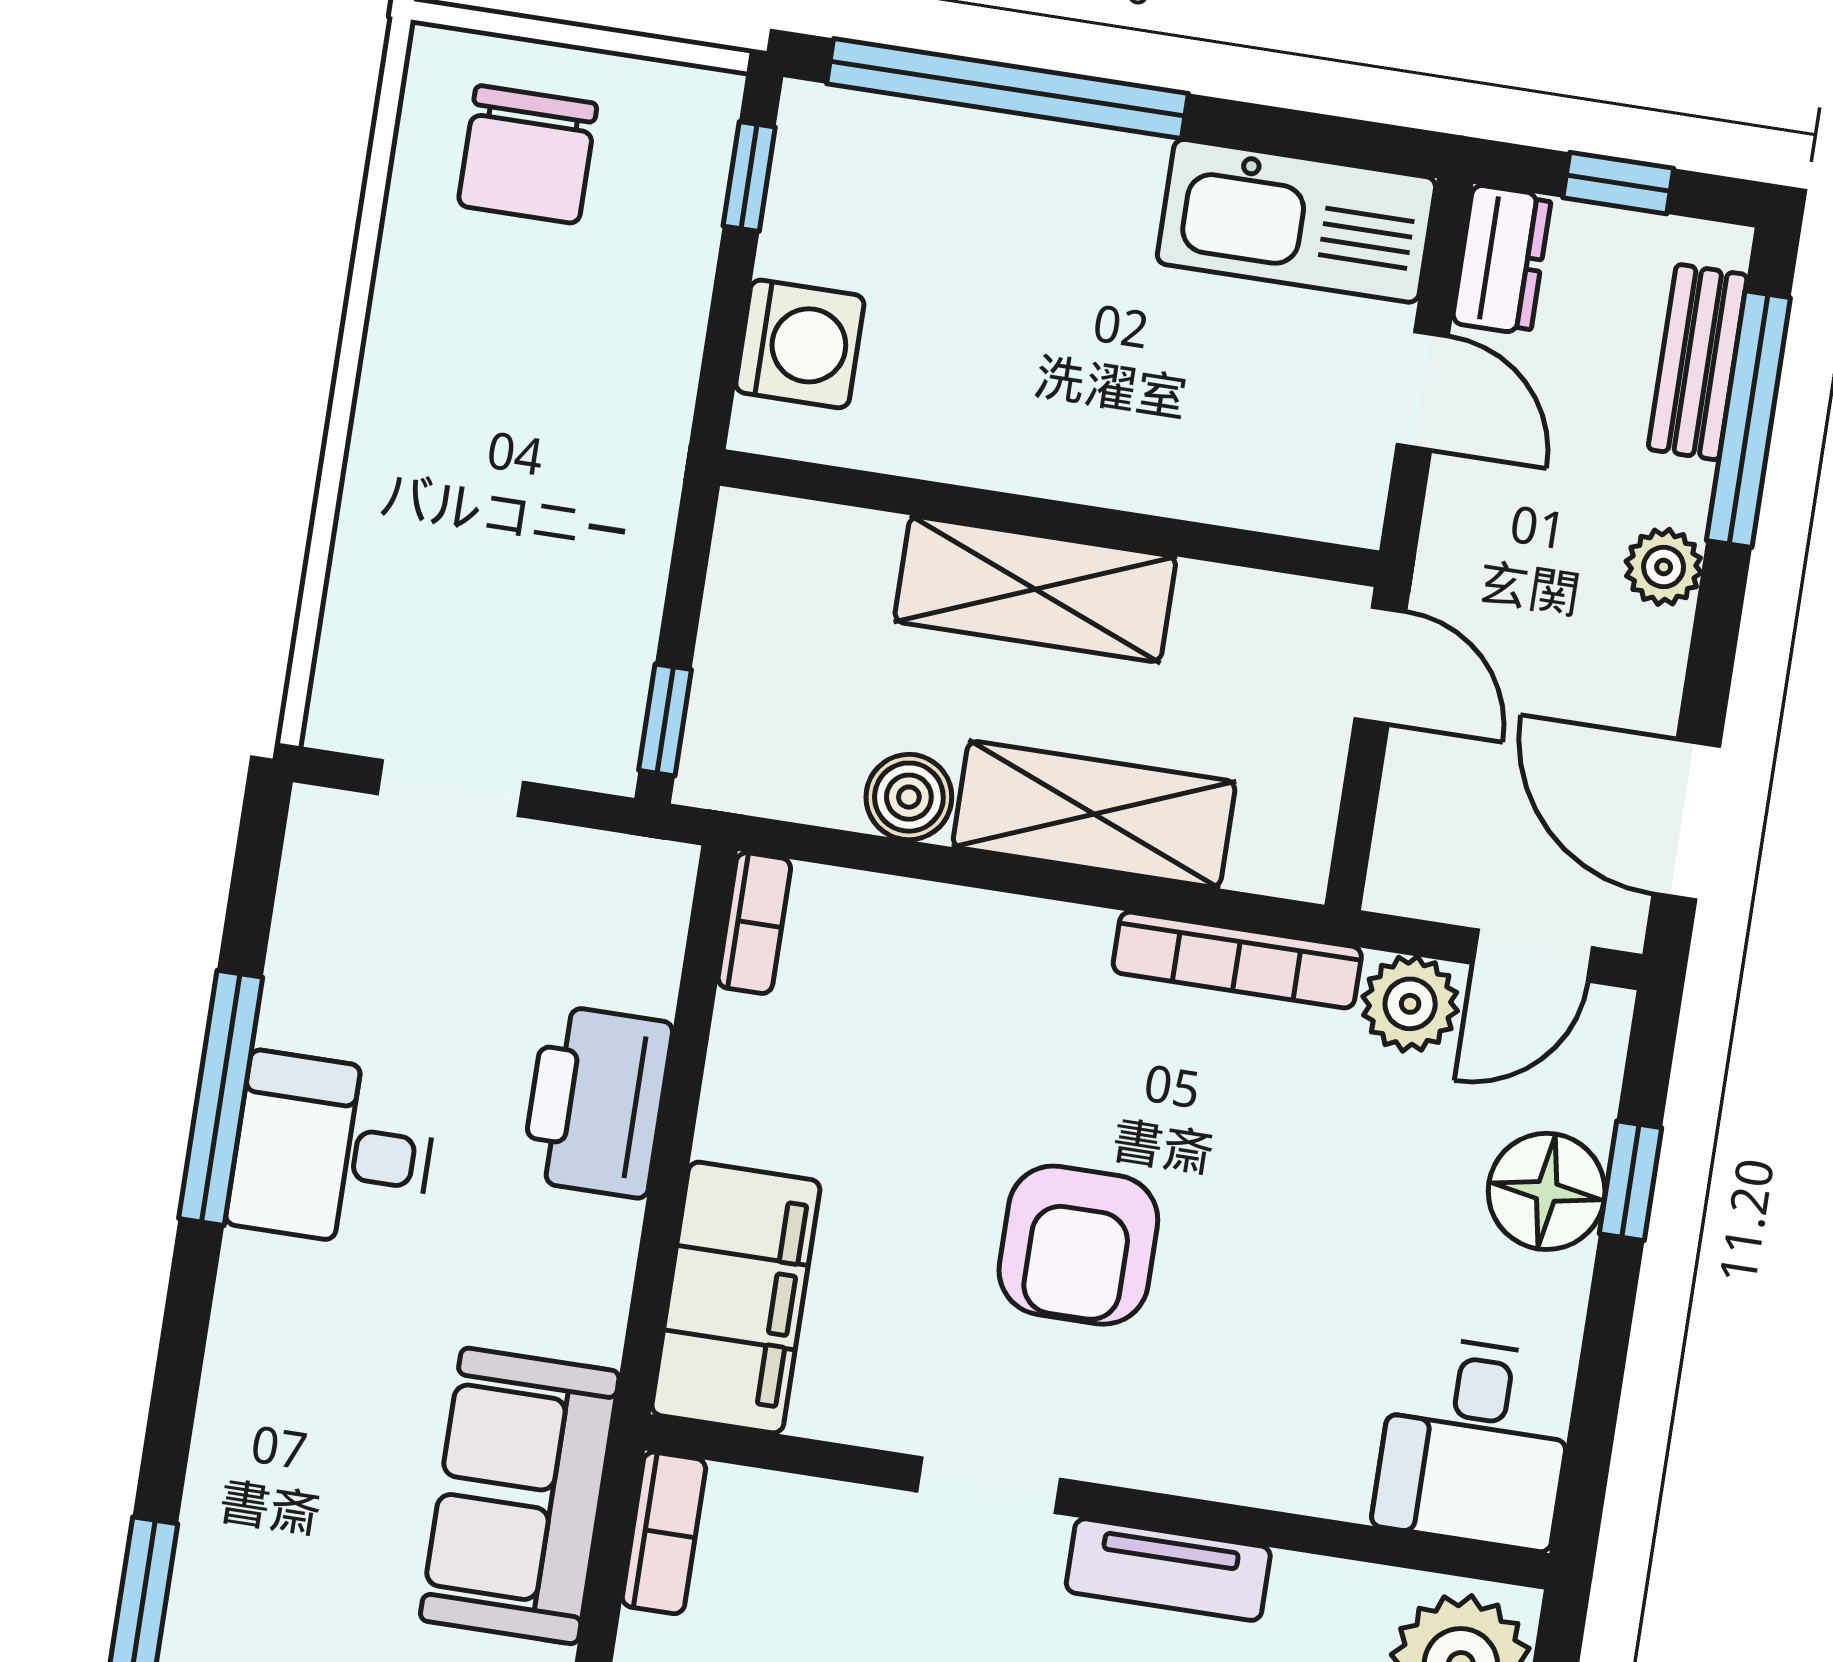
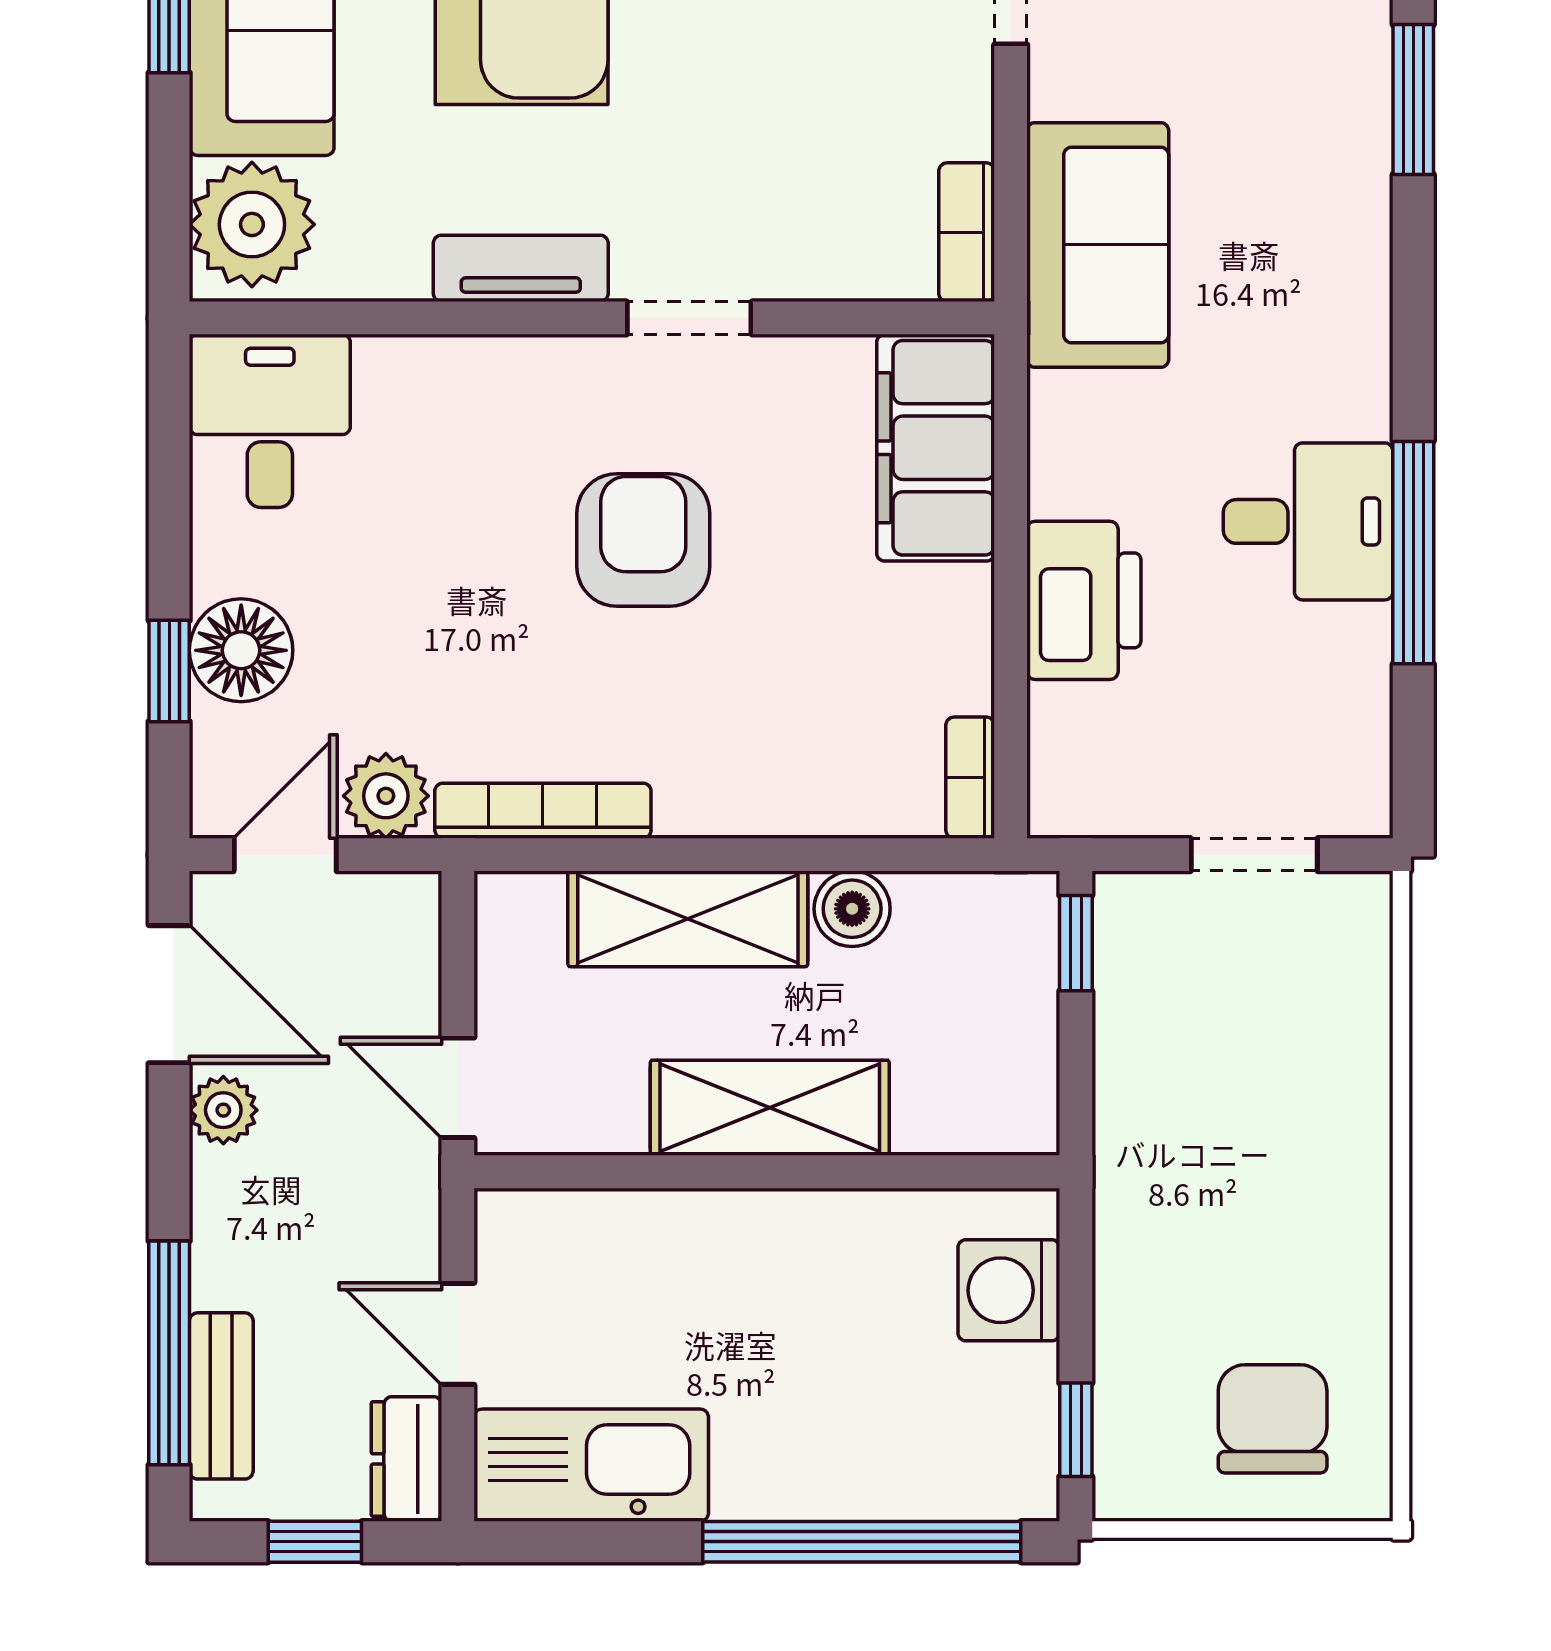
plant: (1664, 567) -> (223, 1110), moved

